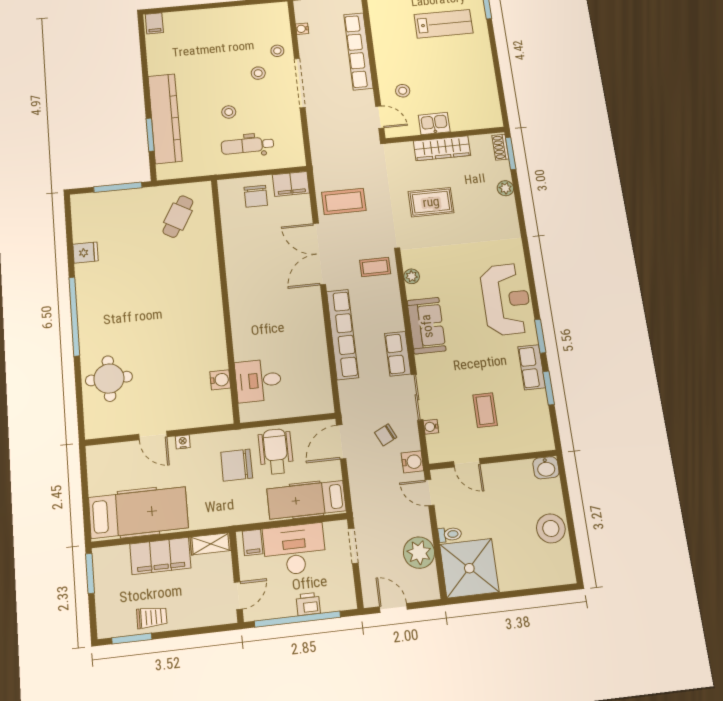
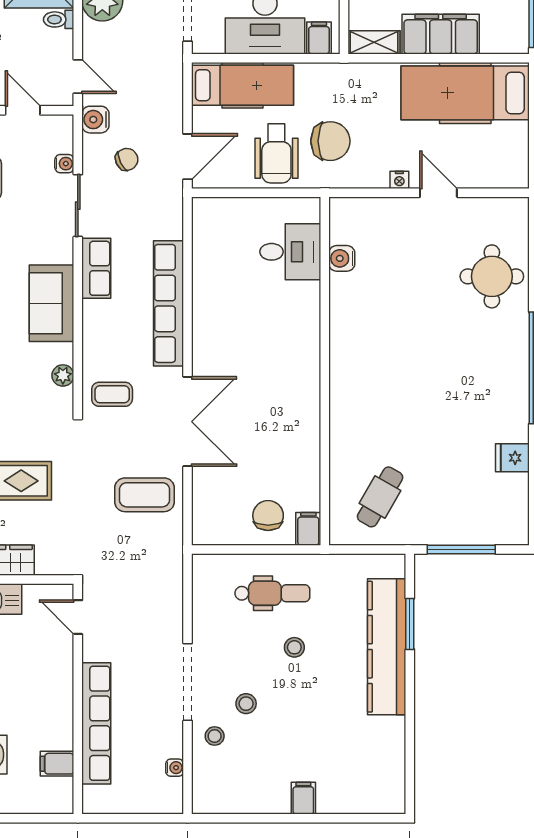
filing cabinet: (154, 23) -> (303, 798), moved
filing cabinet: (381, 24) -> (57, 764), added
stool: (403, 91) -> (39, 655), removed
filing cabinet: (291, 184) -> (308, 529), moved, width x0.50

